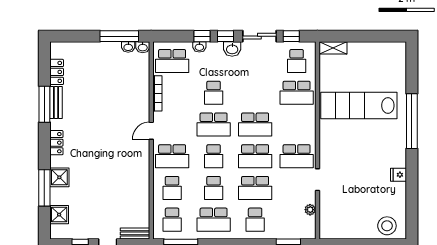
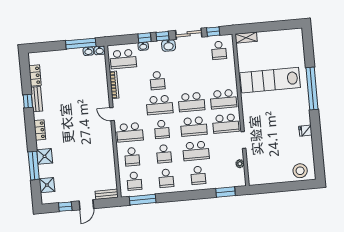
school desk: (297, 93) -> (223, 99), moved
window: (44, 104) -> (28, 101), width x0.46
door: (151, 131) -> (112, 114), hinge flipped
school desk: (214, 220) -> (166, 178), width x0.54

